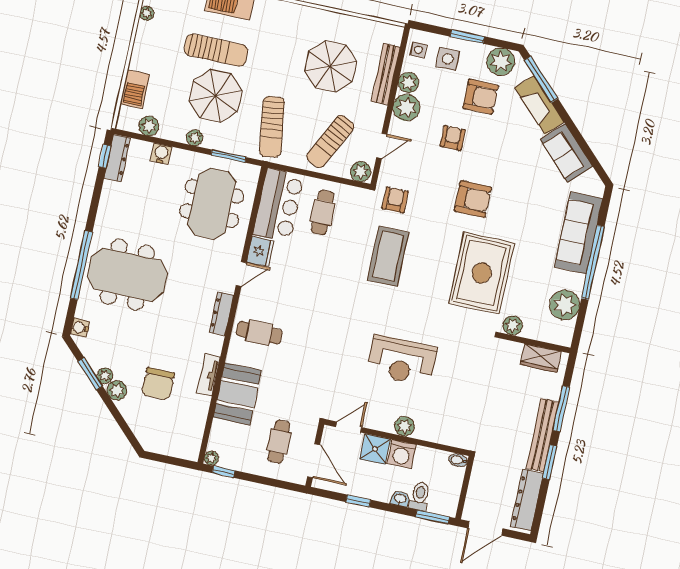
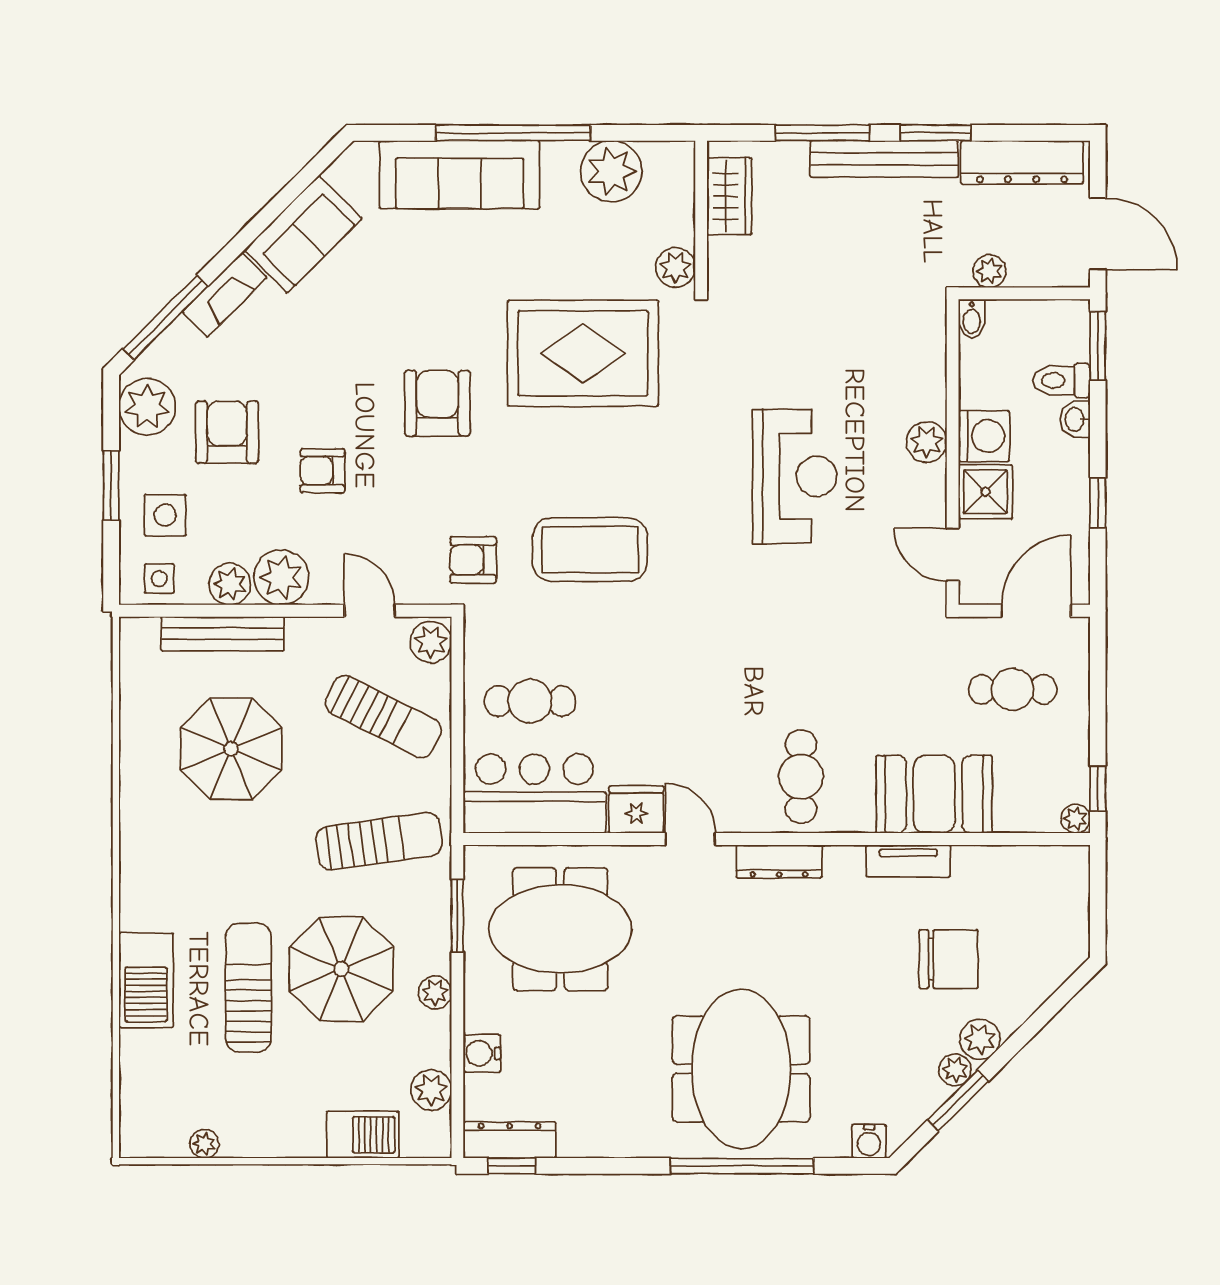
fireplace: (539, 105) -> (225, 295), width x0.73, depth x0.76
plant: (479, 473) -> (989, 271), added

